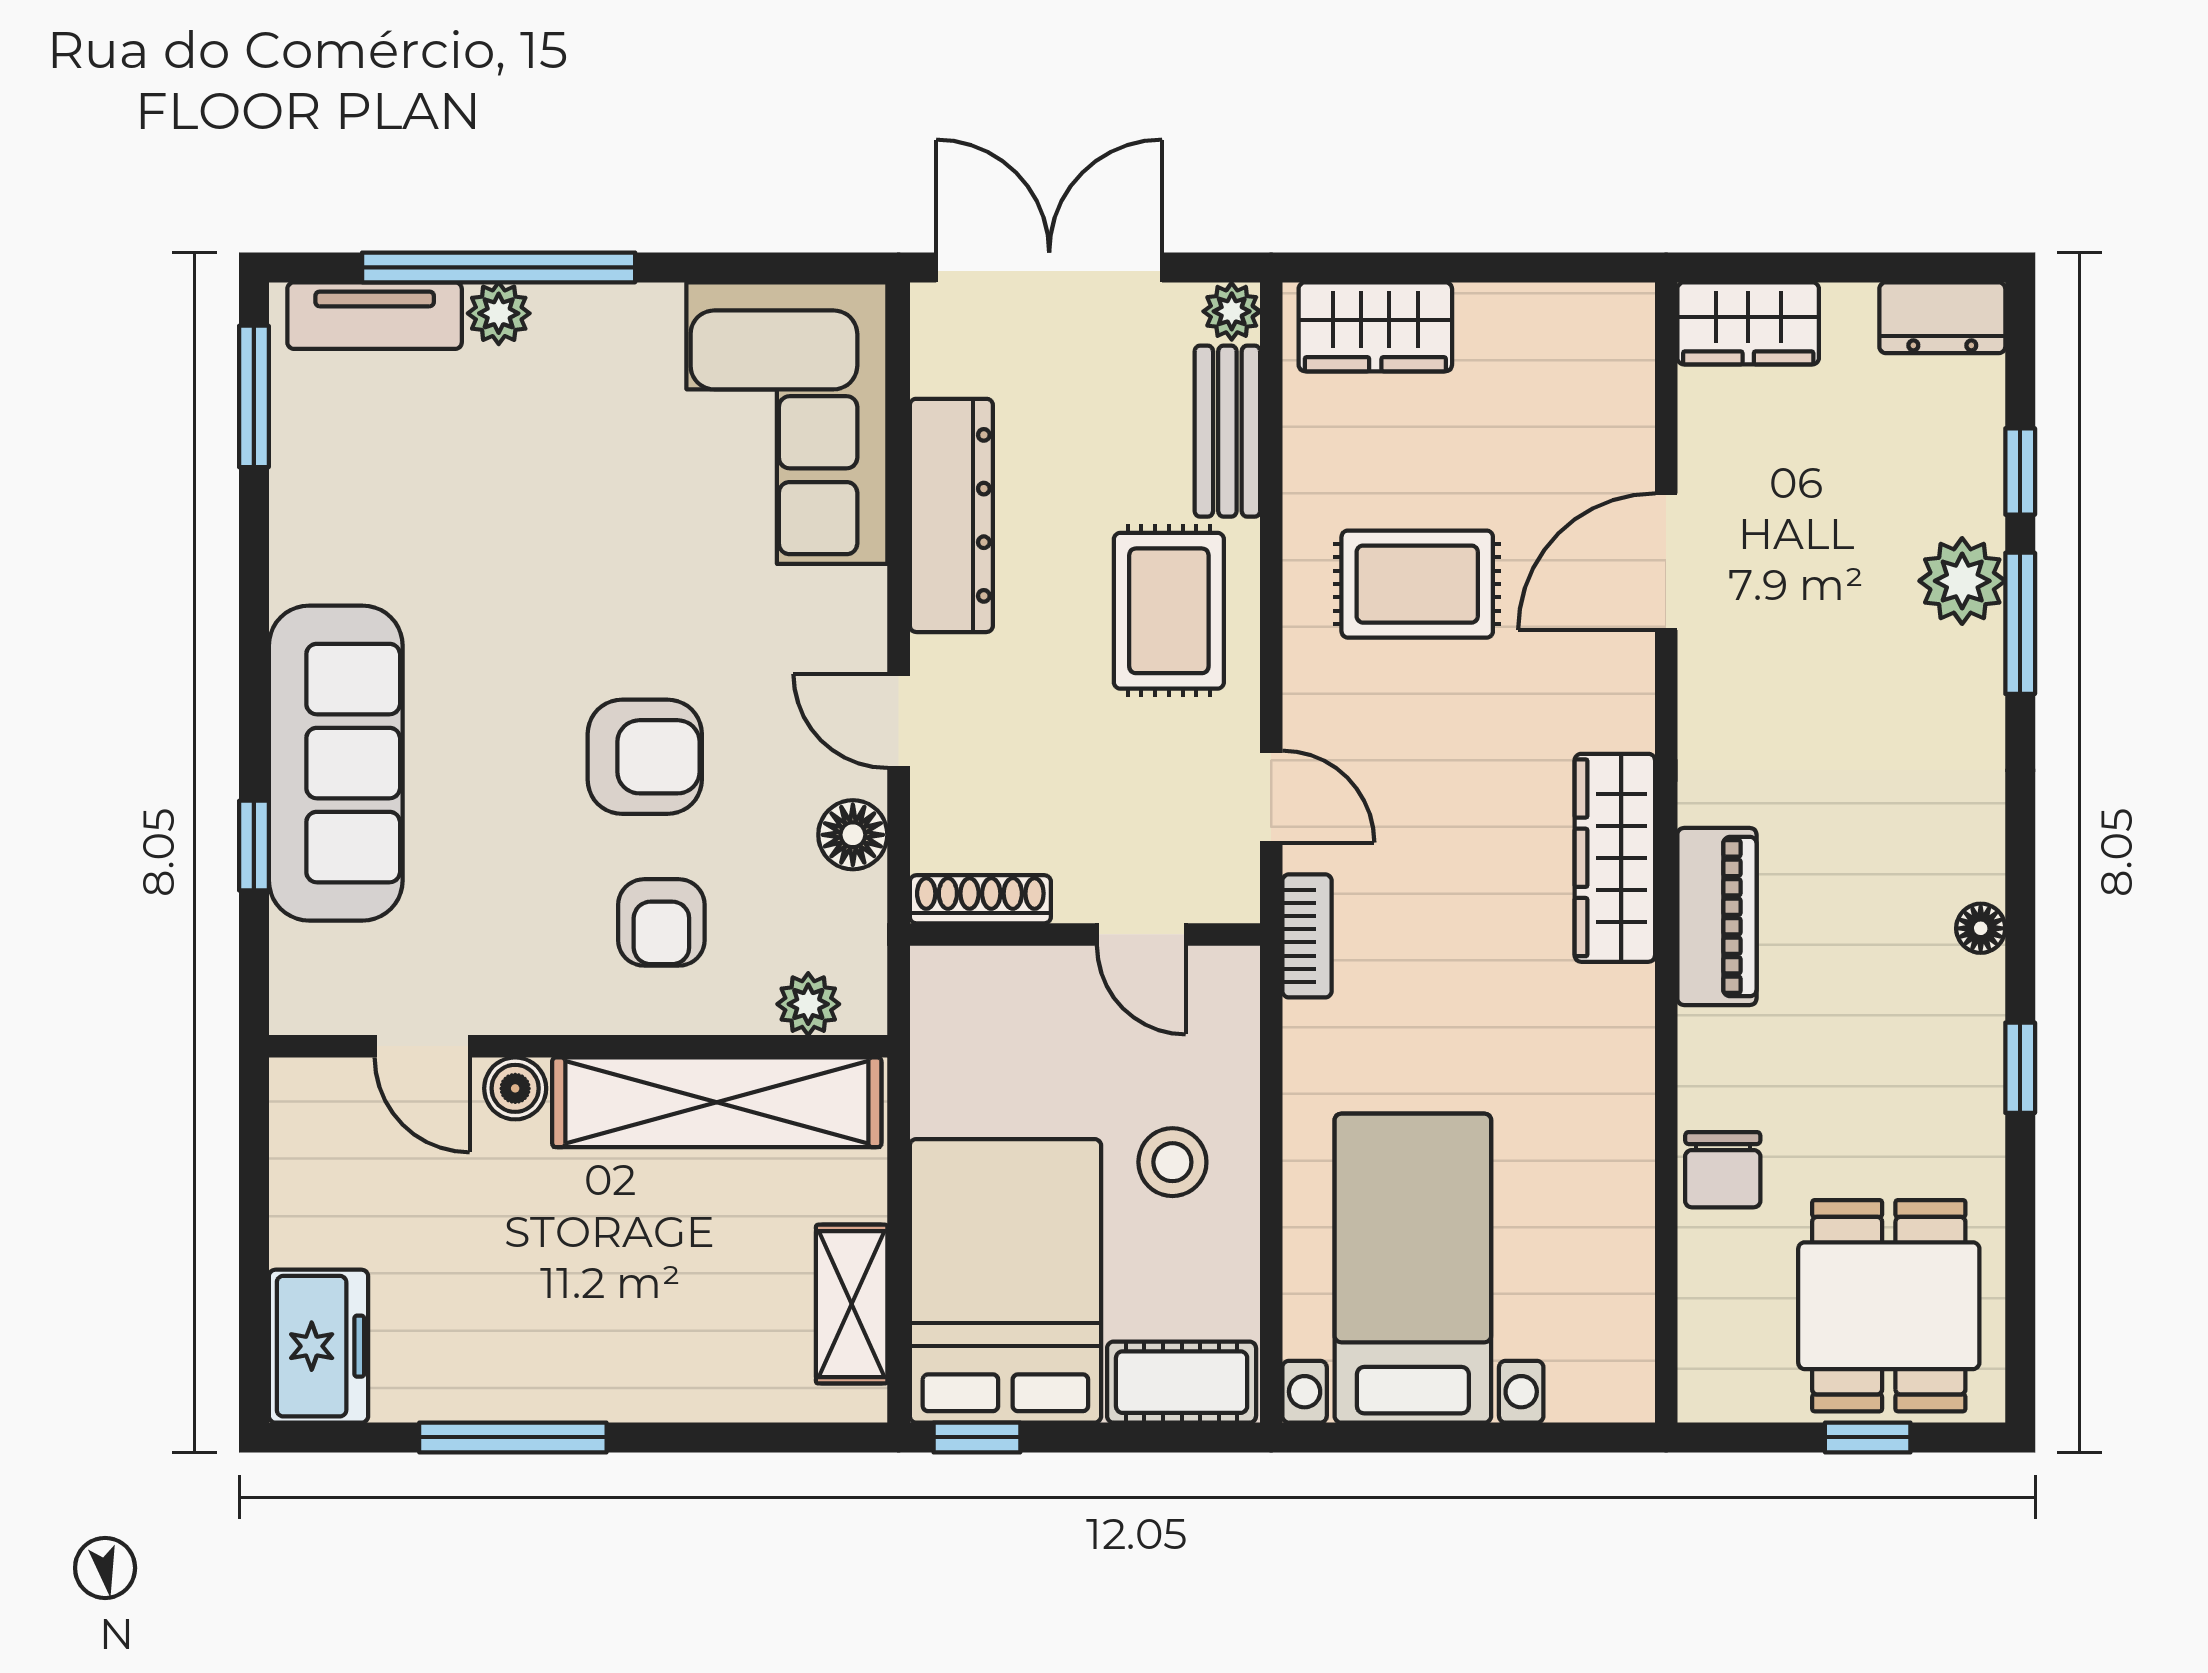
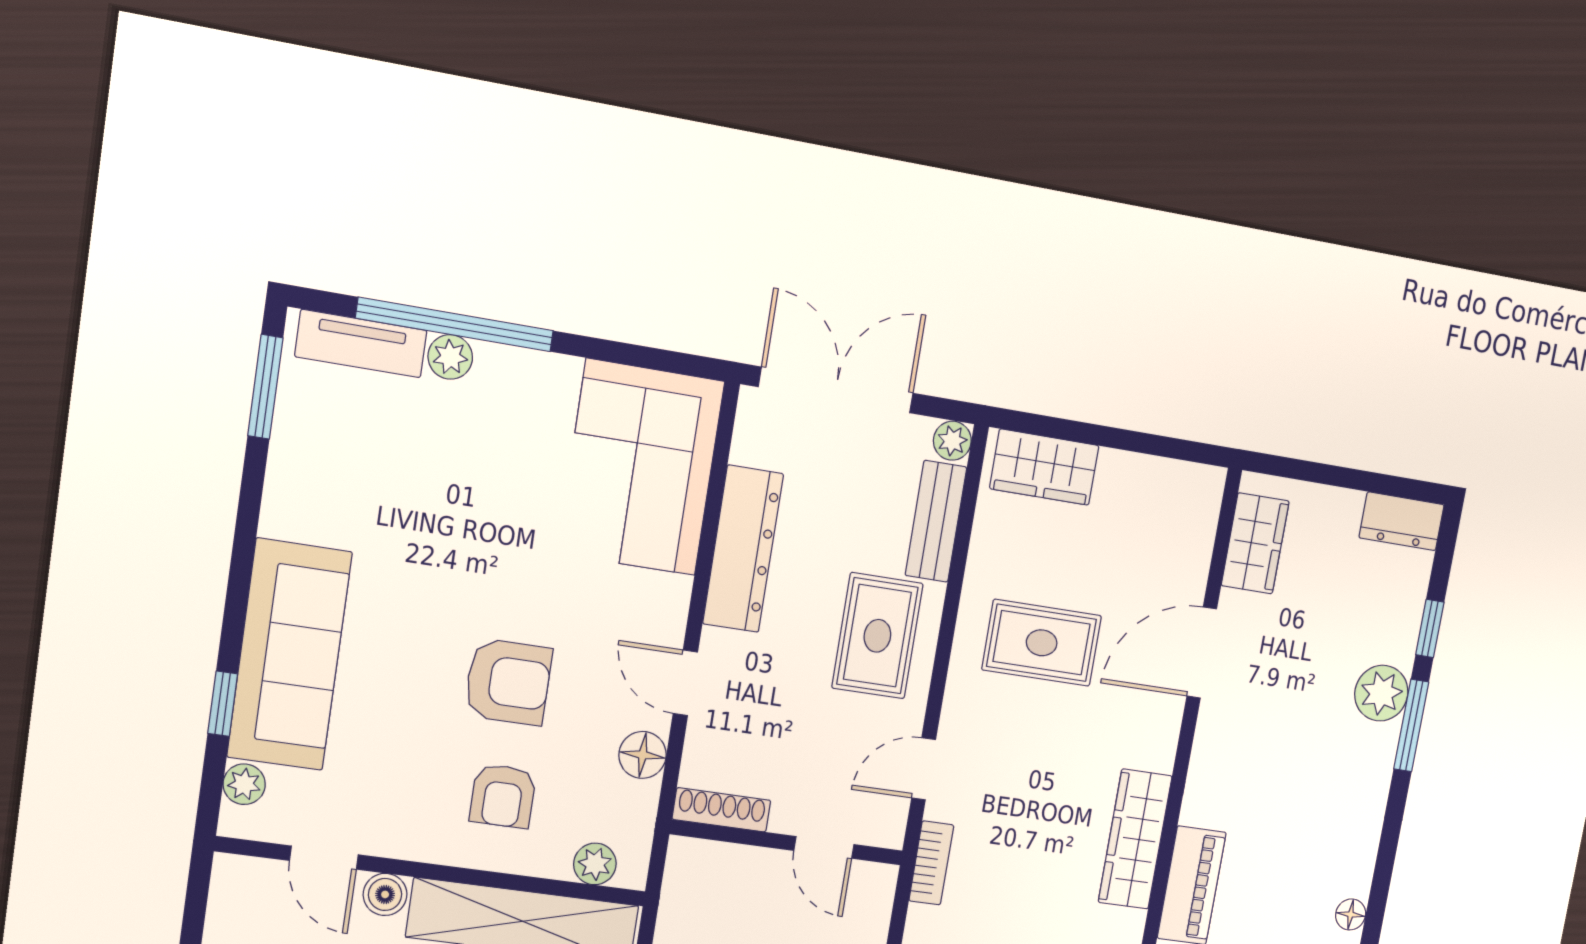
wardrobe: (1748, 323) -> (1255, 543), moved, turned -90
door: (1271, 797) -> (924, 769), swing flipped
plant: (298, 956) -> (244, 784), added

